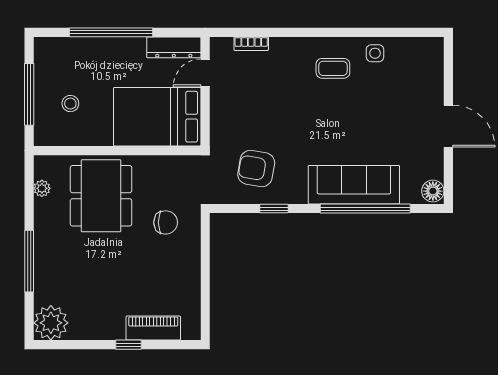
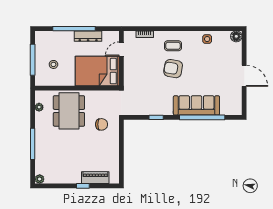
dresser: (174, 47) -> (88, 36), moved
coffee table: (333, 68) -> (173, 46), moved
armchair: (256, 168) -> (173, 69), moved
floor lamp: (433, 191) -> (236, 36), moved
plant: (51, 323) -> (40, 179), width x0.53, depth x0.53

